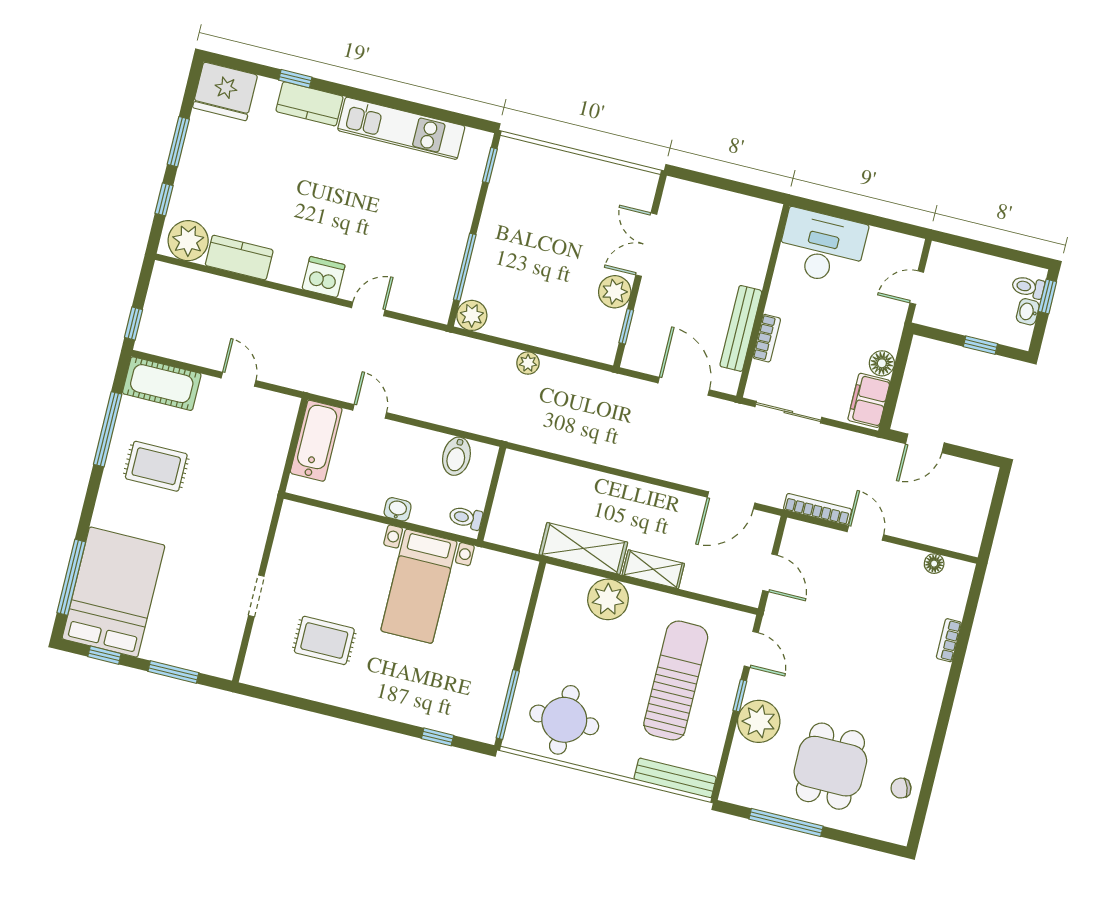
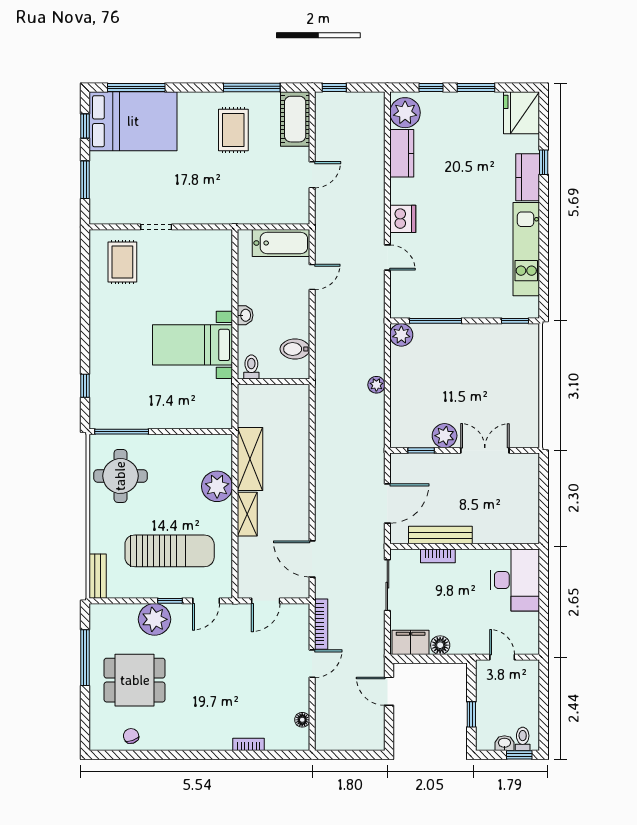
rug: (324, 640) -> (122, 262), moved
bench: (675, 778) -> (98, 576), width x0.73

